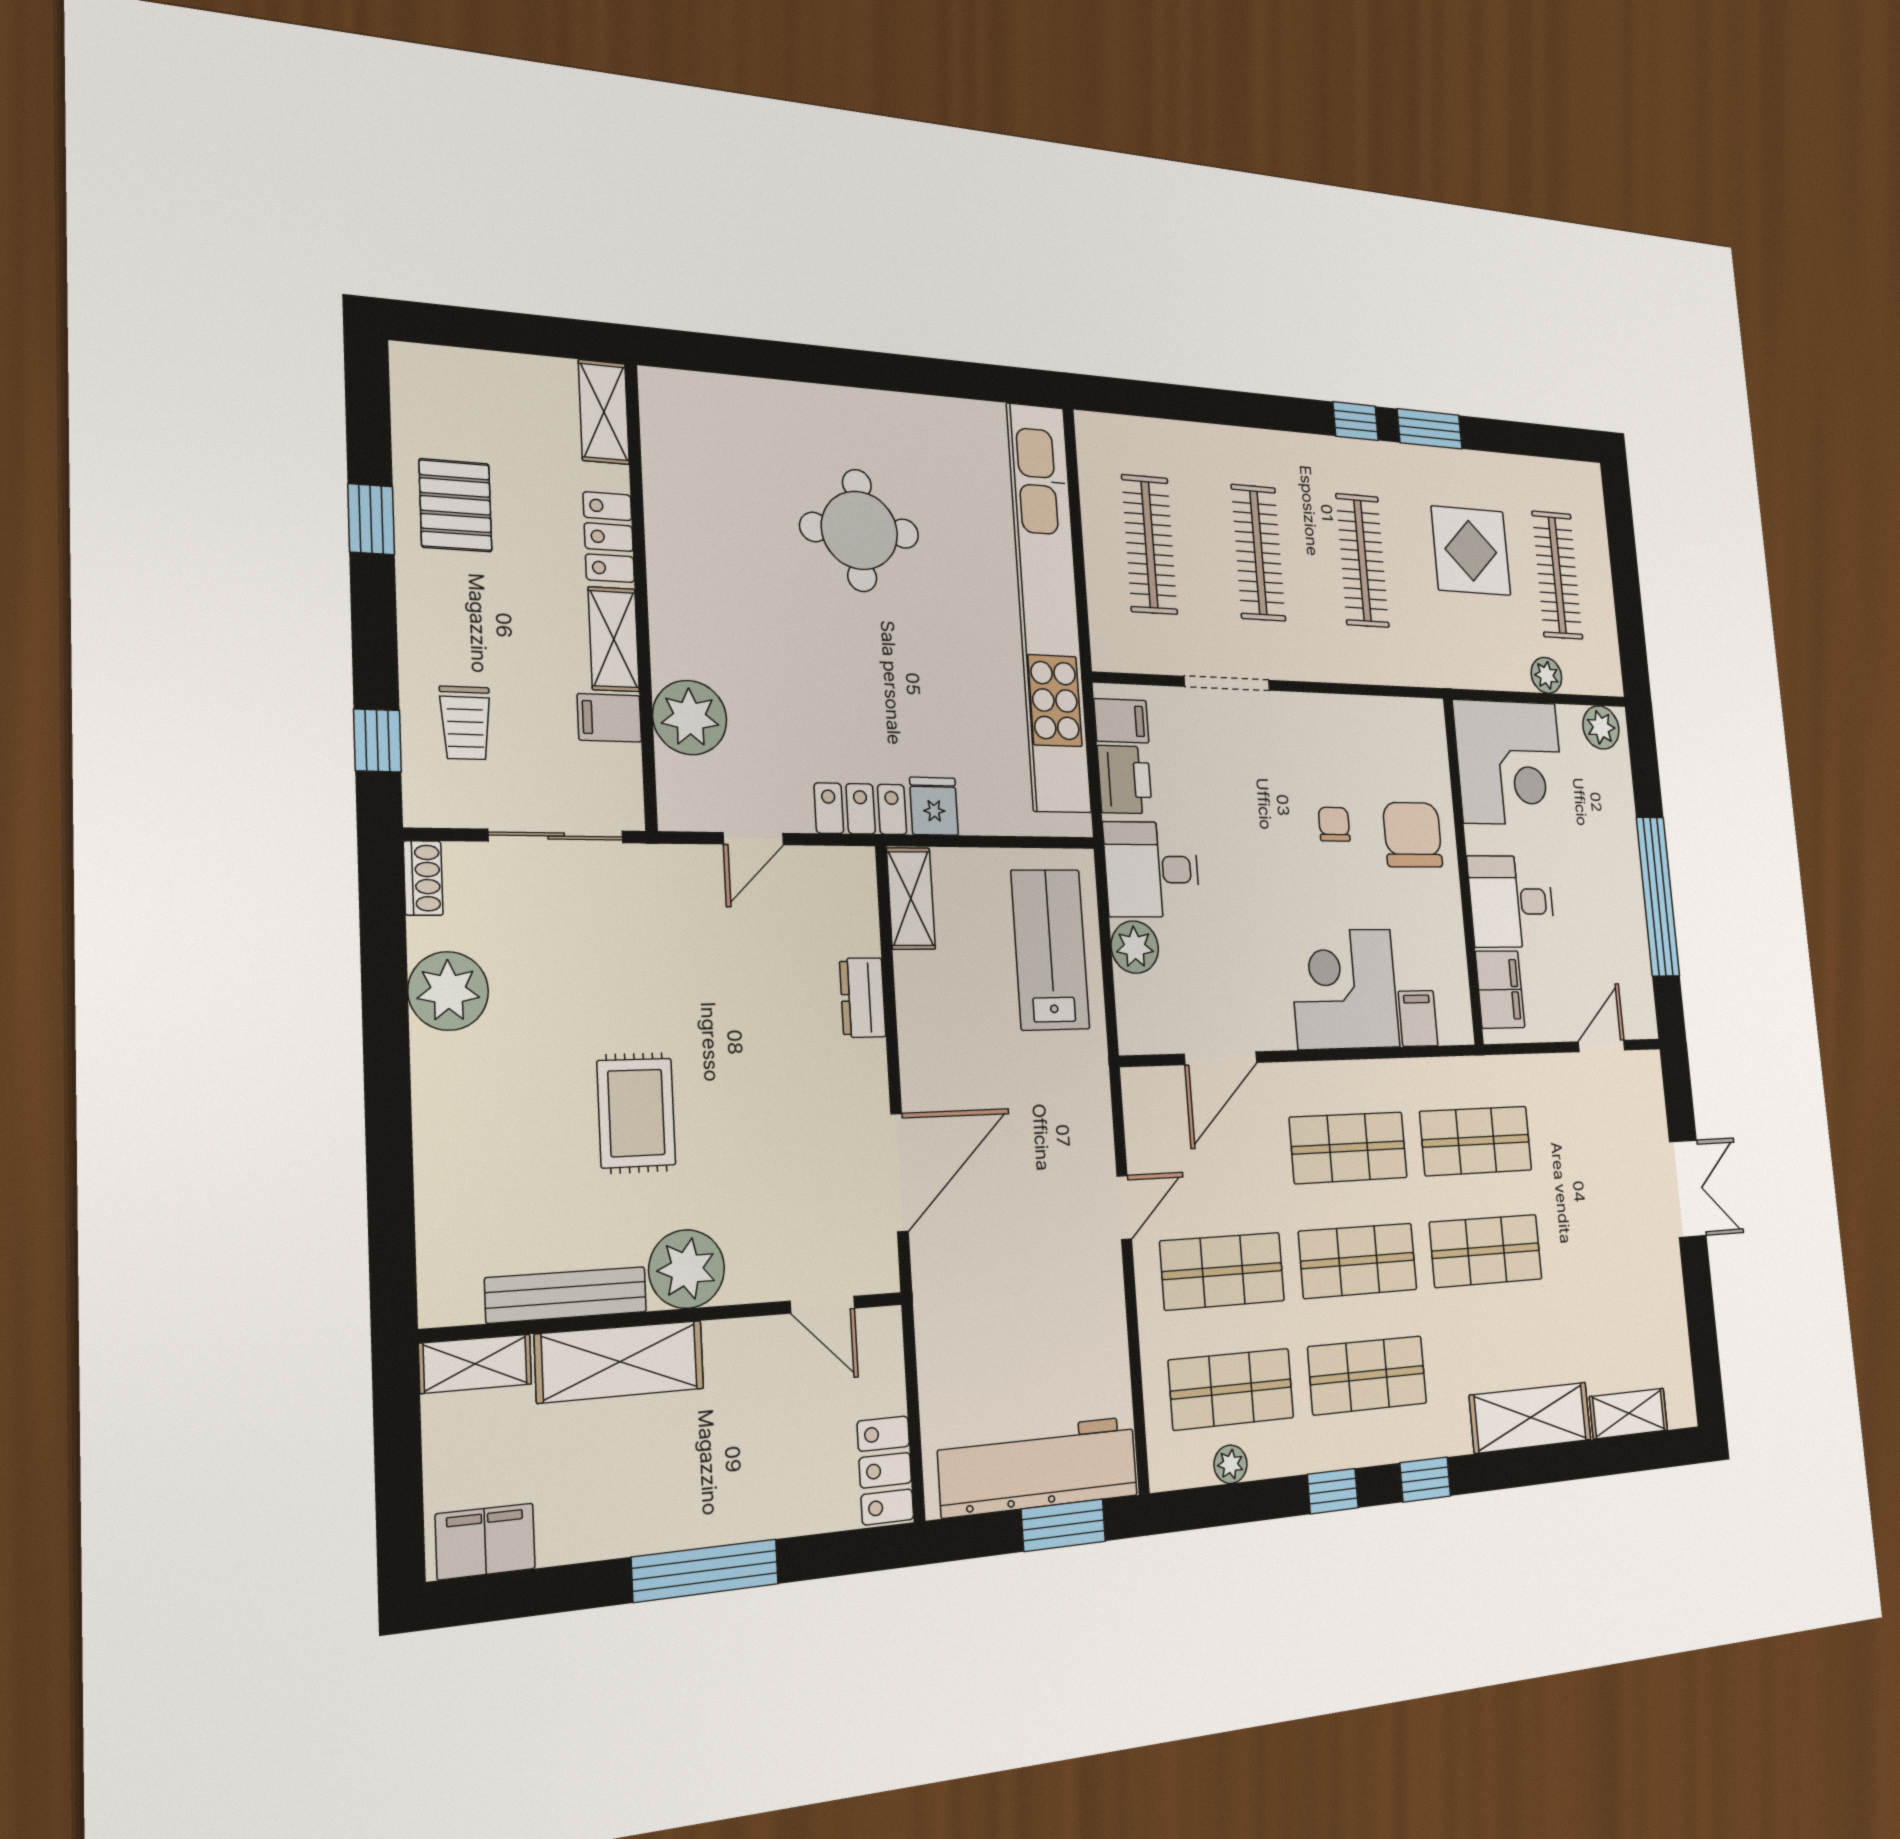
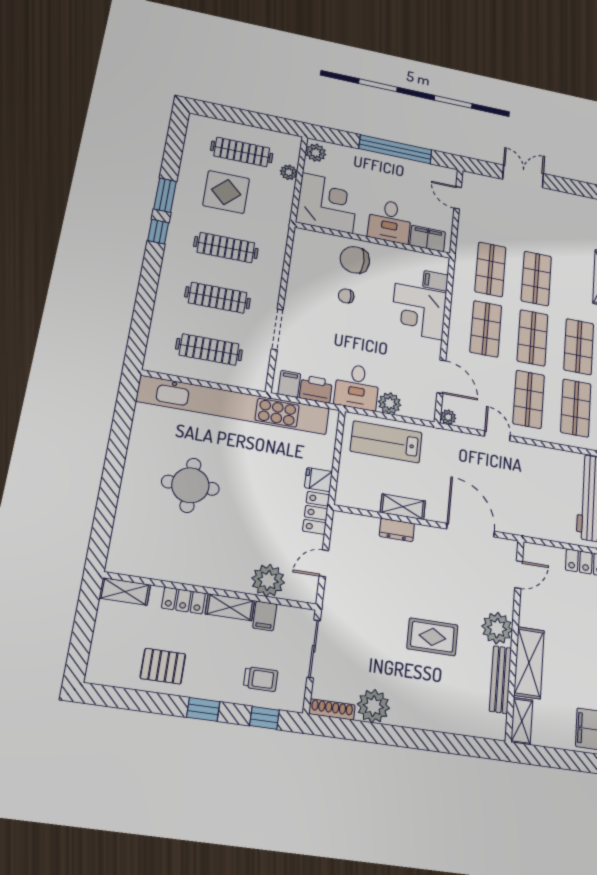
window: (371, 519) -> (203, 709), moved
door: (753, 839) -> (324, 563), swing flipped
shoe rack: (423, 878) -> (332, 709), width x1.43
shelving: (911, 899) -> (403, 507), moved
plant: (1138, 1085) -> (448, 417), added

